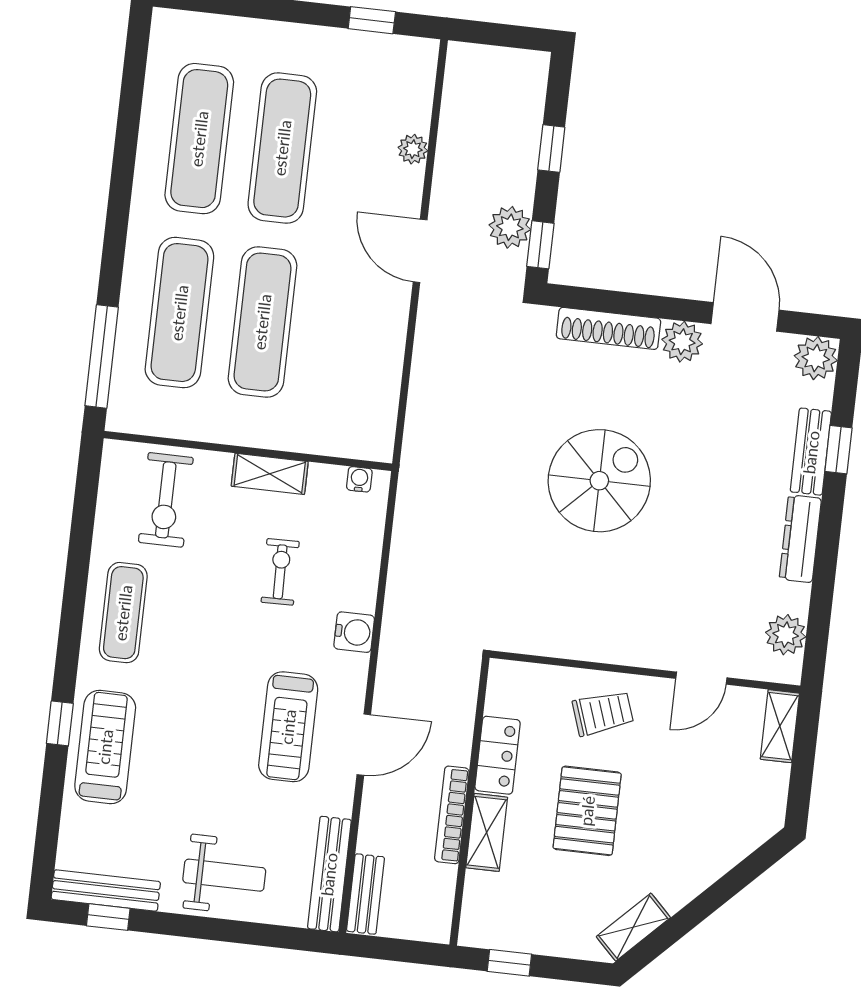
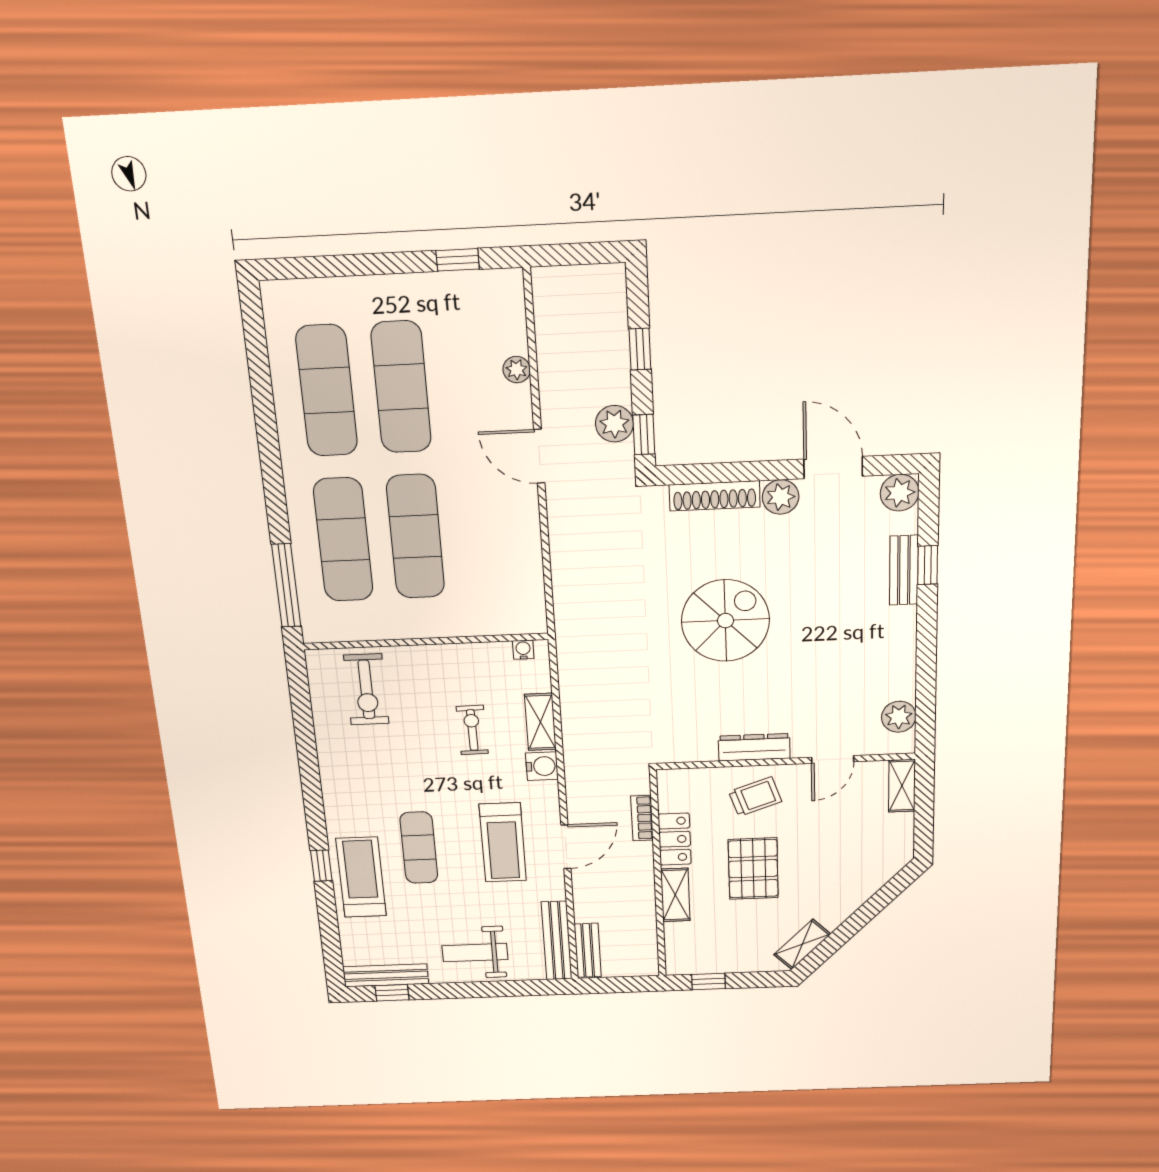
shelving: (270, 474) -> (540, 722), moved, turned 90
dresser: (800, 539) -> (754, 747), moved, turned 90
exercise mat: (123, 613) -> (419, 848), moved
bookcase: (452, 815) -> (642, 818), moved, width x0.64
weight bench: (224, 875) -> (475, 953), turned 180

